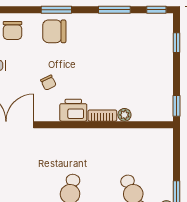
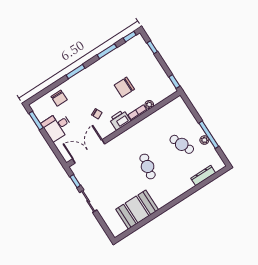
chair: (54, 31) -> (124, 87), moved

